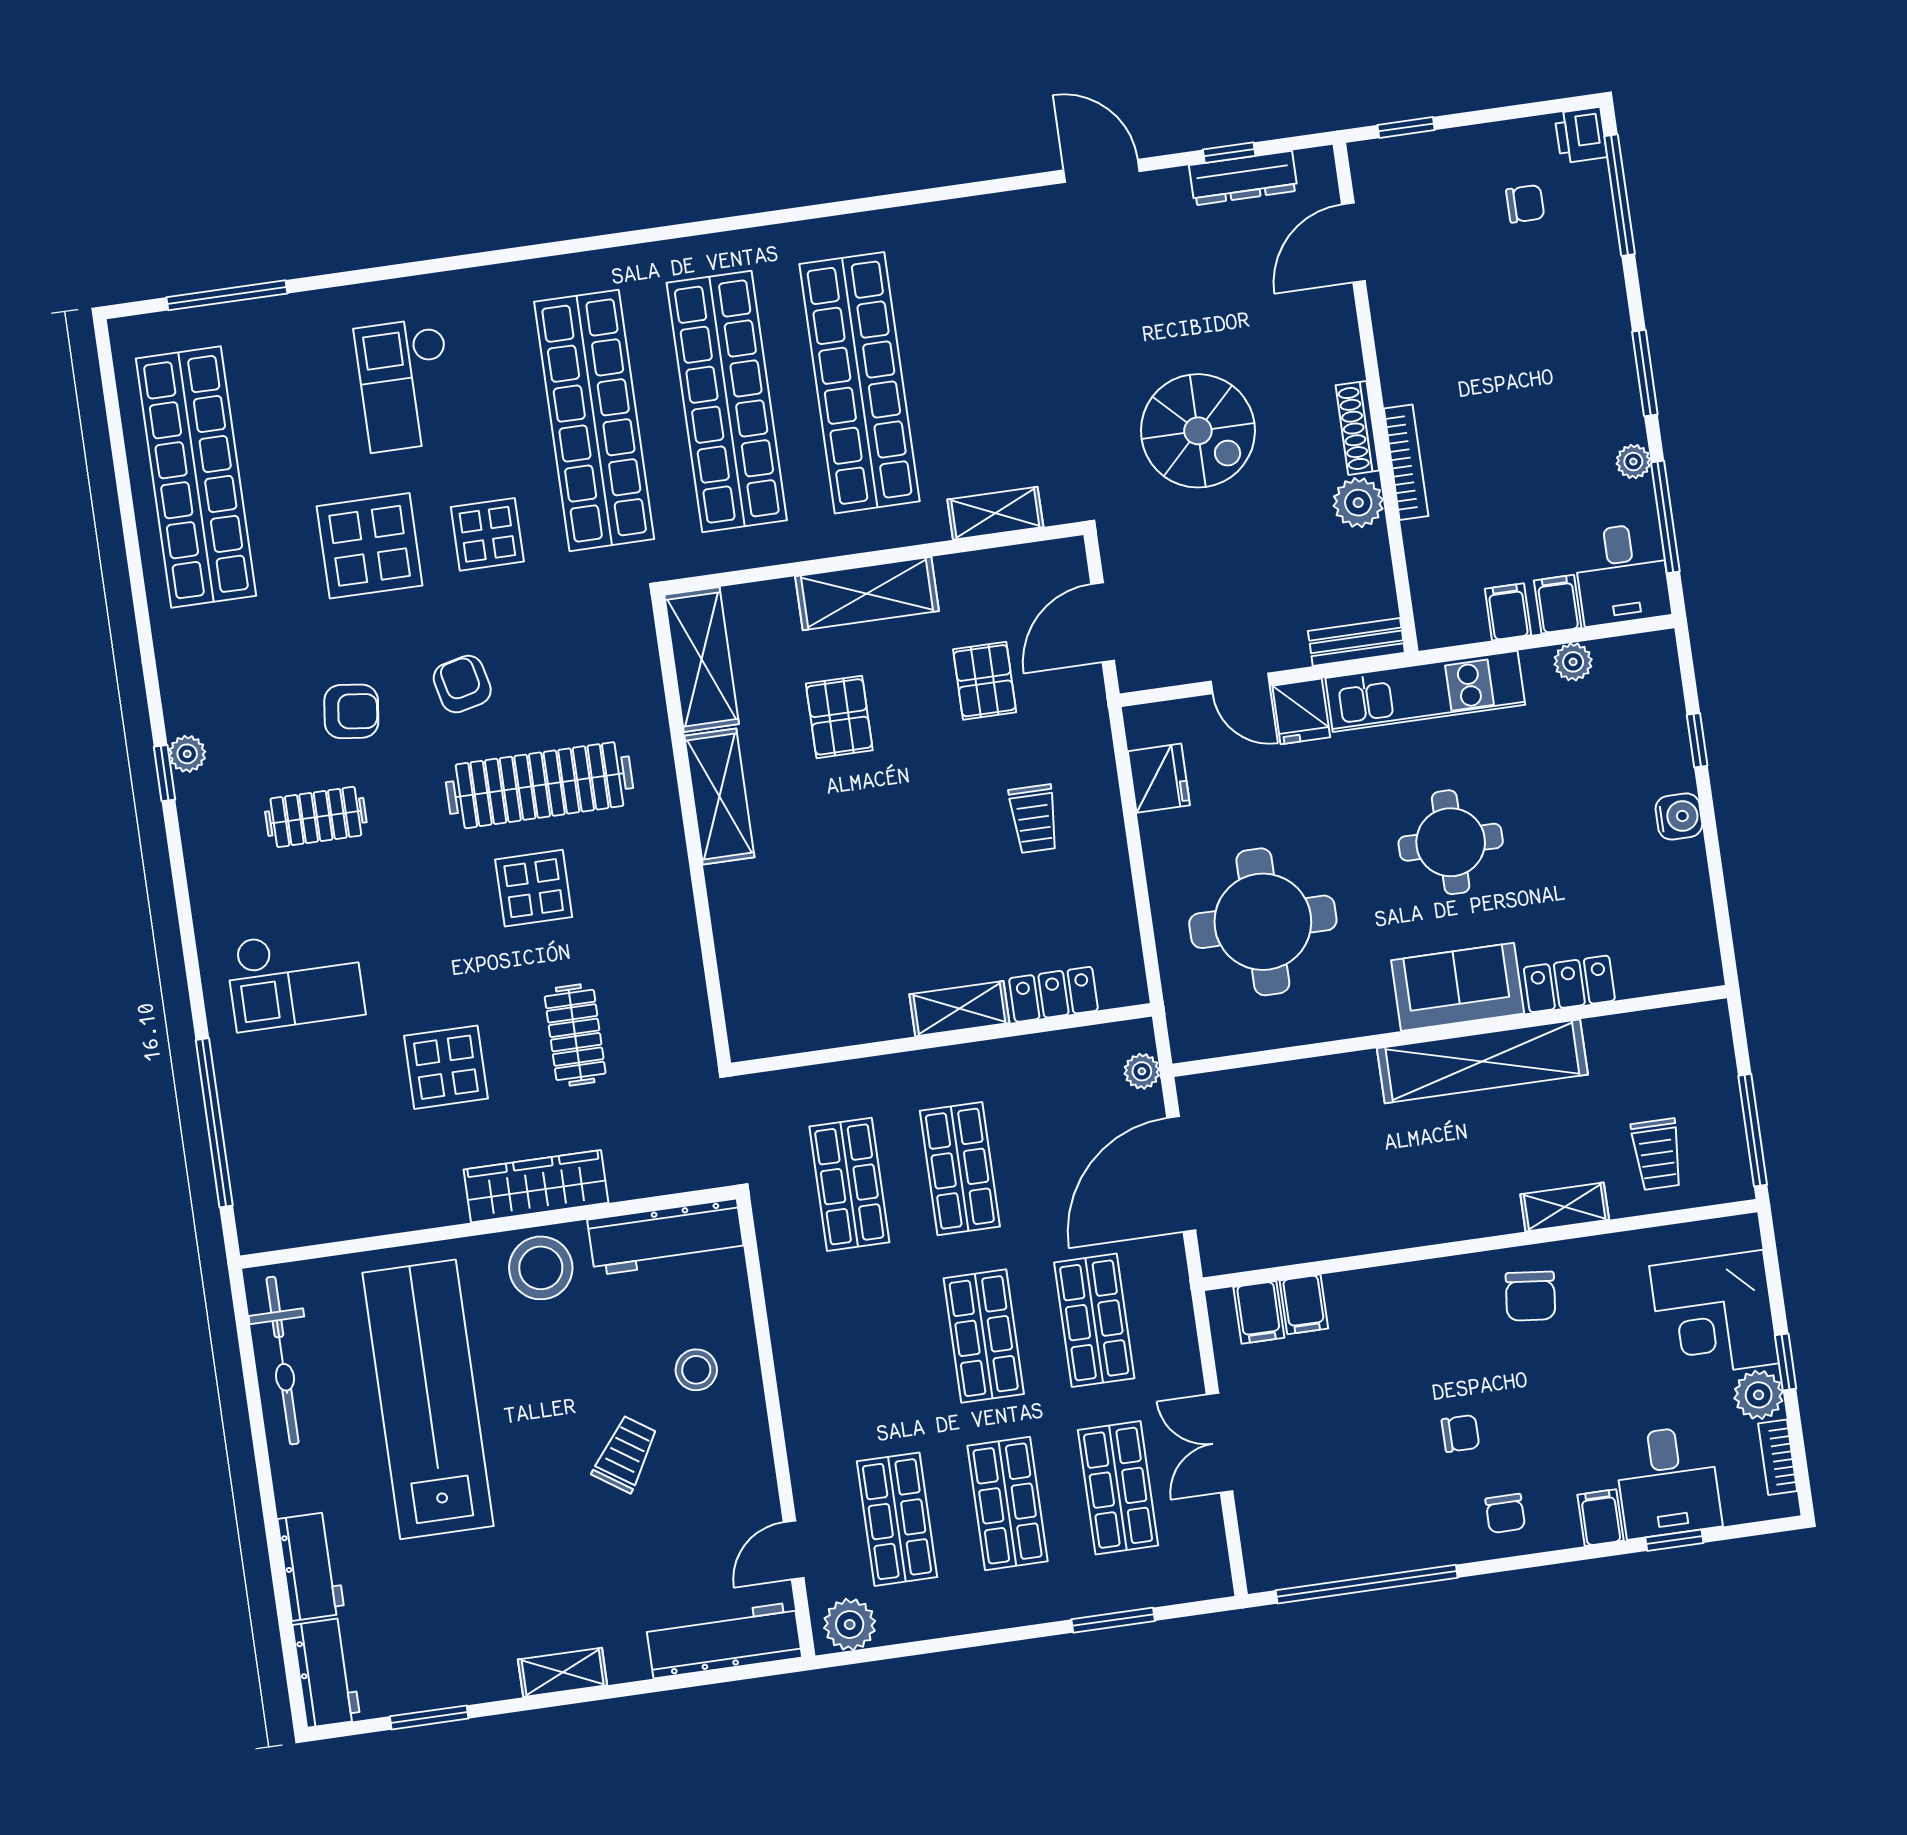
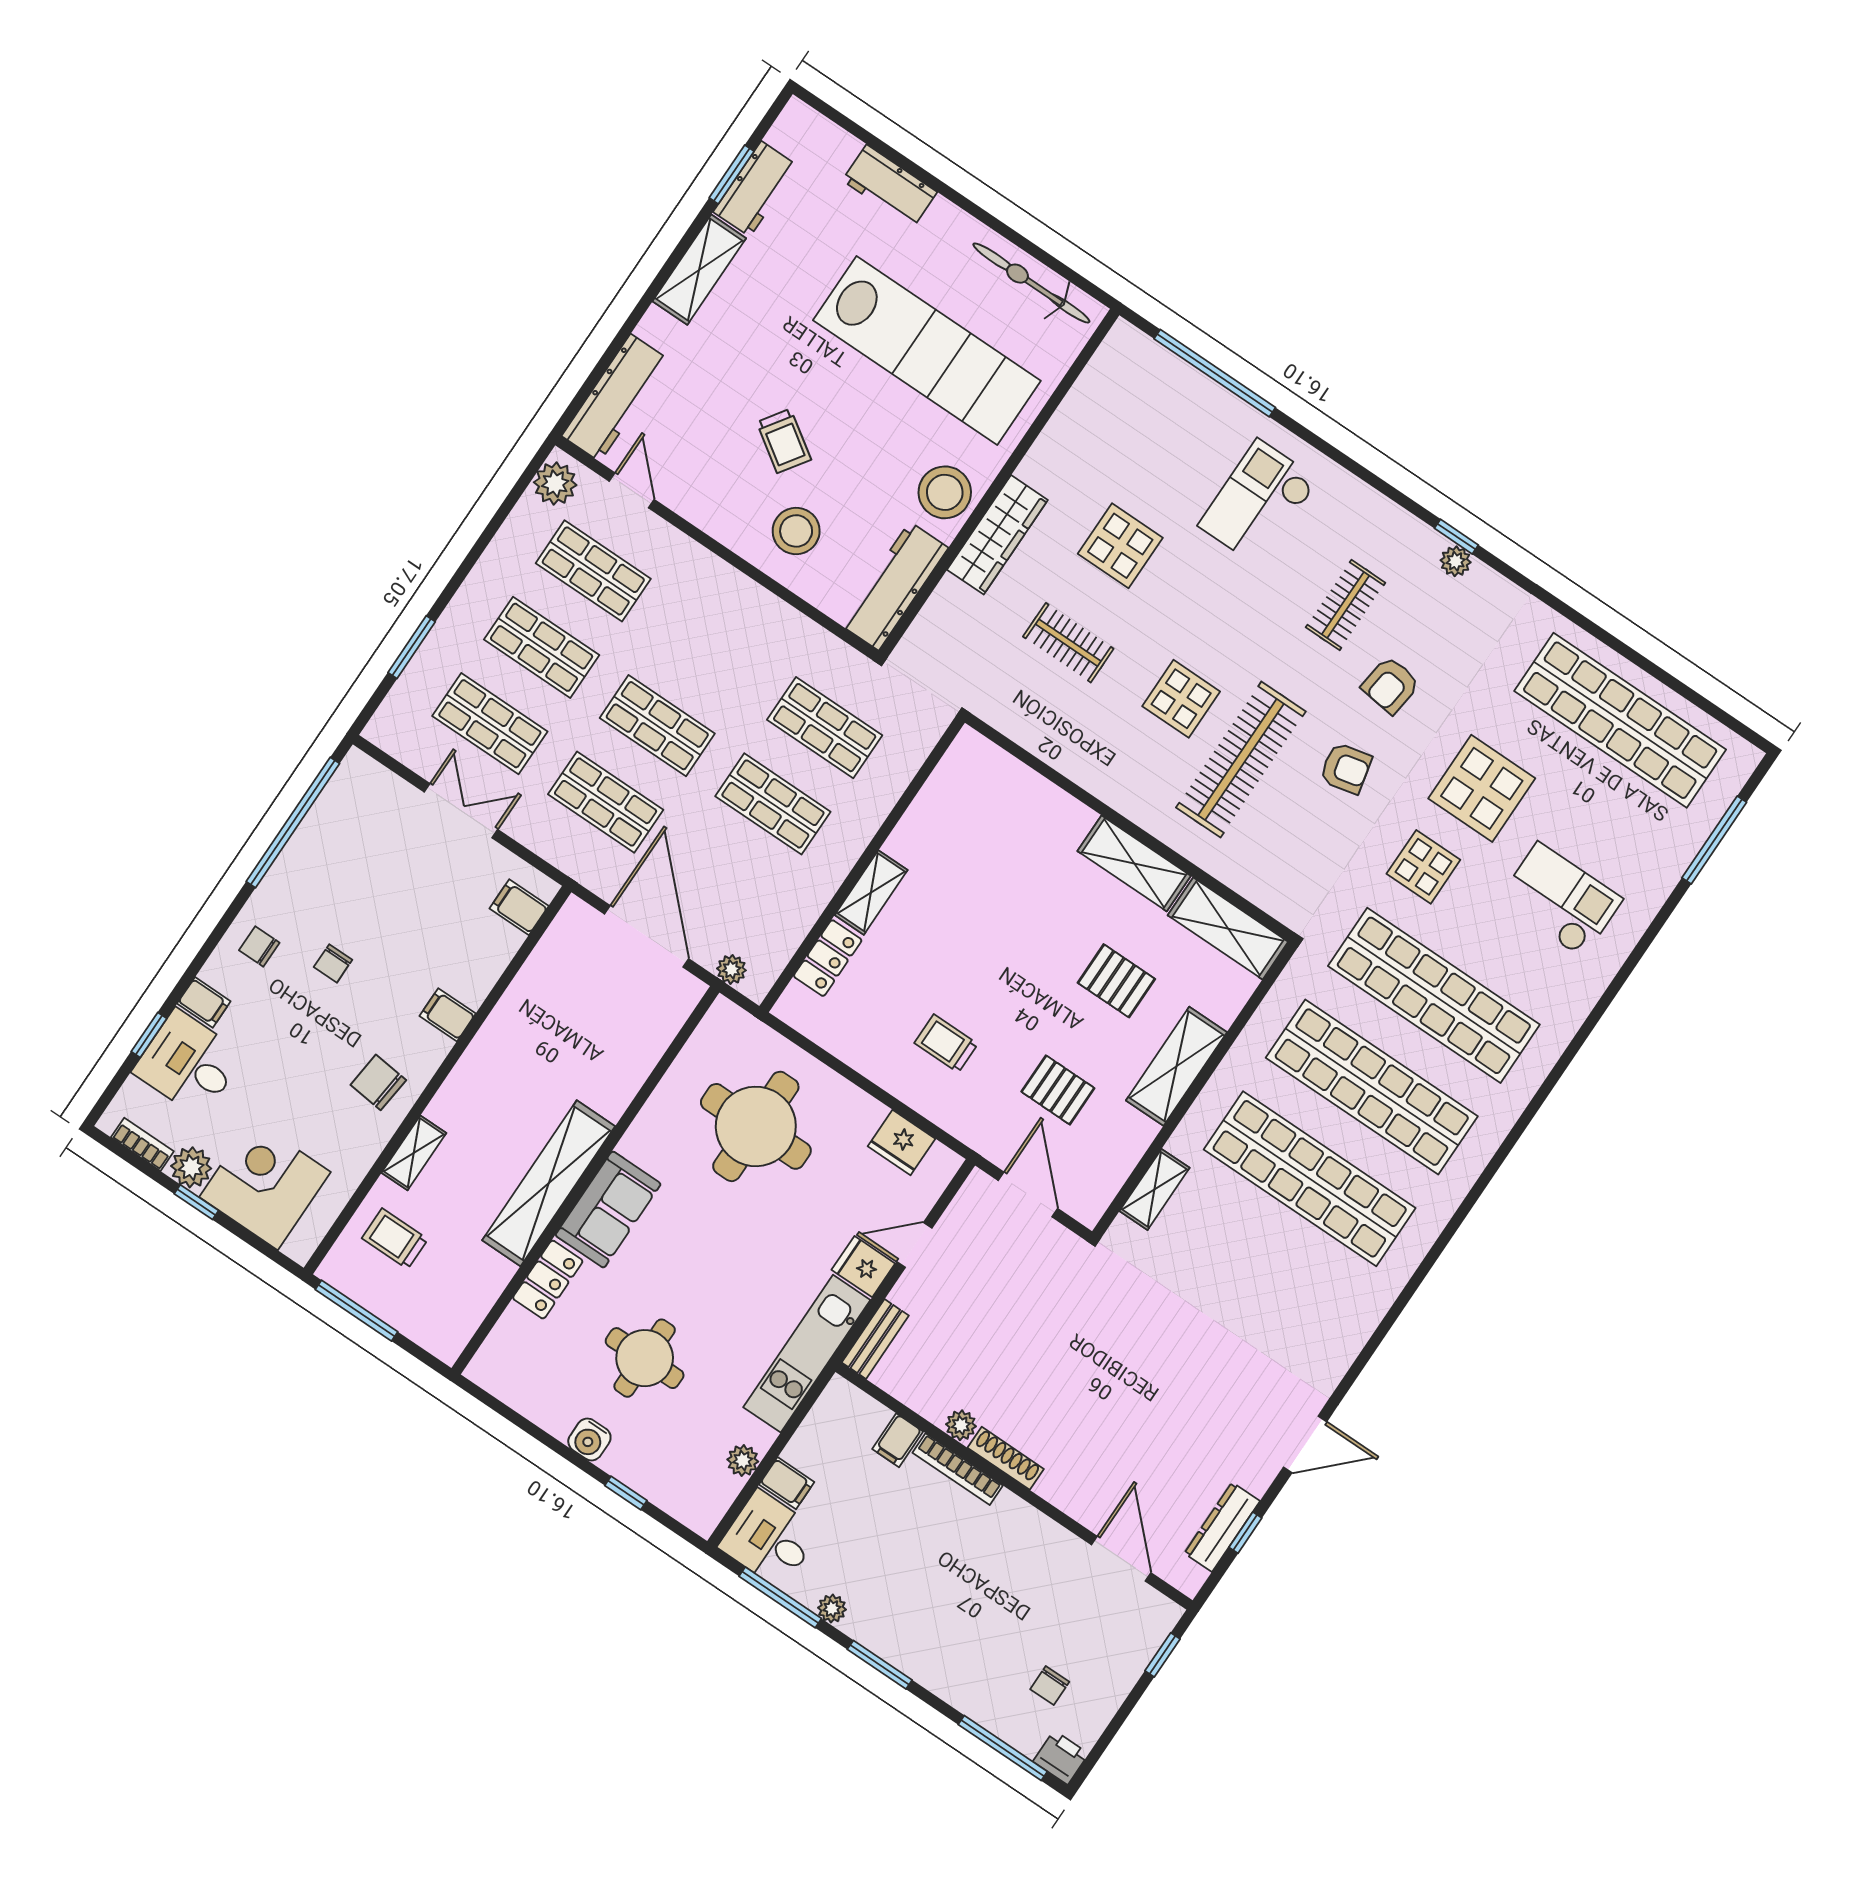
spiral stairs: (1198, 431) -> (1092, 1359), removed
plant: (1358, 503) -> (961, 1425), width x0.73, depth x0.73
filing cabinet: (1508, 612) -> (898, 1440), moved, turned 90
round table: (1451, 842) -> (645, 1358), moved
filing cabinet: (1304, 1304) -> (448, 1015), moved
stool: (696, 1370) -> (796, 531), width x1.38, depth x1.38
shelving: (563, 1672) -> (699, 270), width x1.50, depth x1.33
workbench: (327, 1673) -> (756, 189), moved, turned -90

